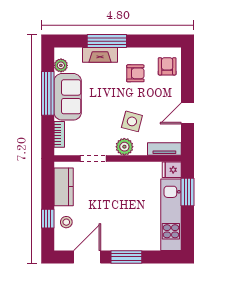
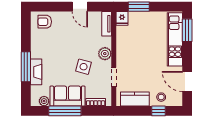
armchair: (135, 73) -> (50, 45), removed
side table: (132, 121) -> (84, 67), moved
kitchen unit: (171, 215) -> (175, 39), moved, turned 90
window: (126, 257) -> (187, 30), moved

